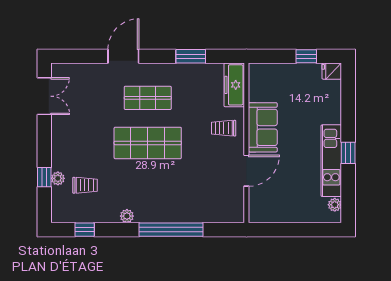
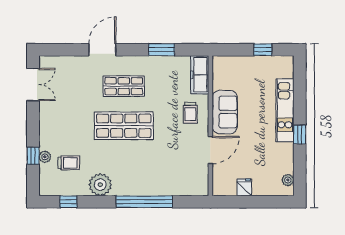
fridge: (332, 71) -> (244, 187), moved, turned 90
trolley: (224, 128) -> (190, 113), turned -90
kitchen unit: (331, 161) -> (285, 110), moved
plant: (127, 216) -> (100, 185), width x1.88, depth x1.88

